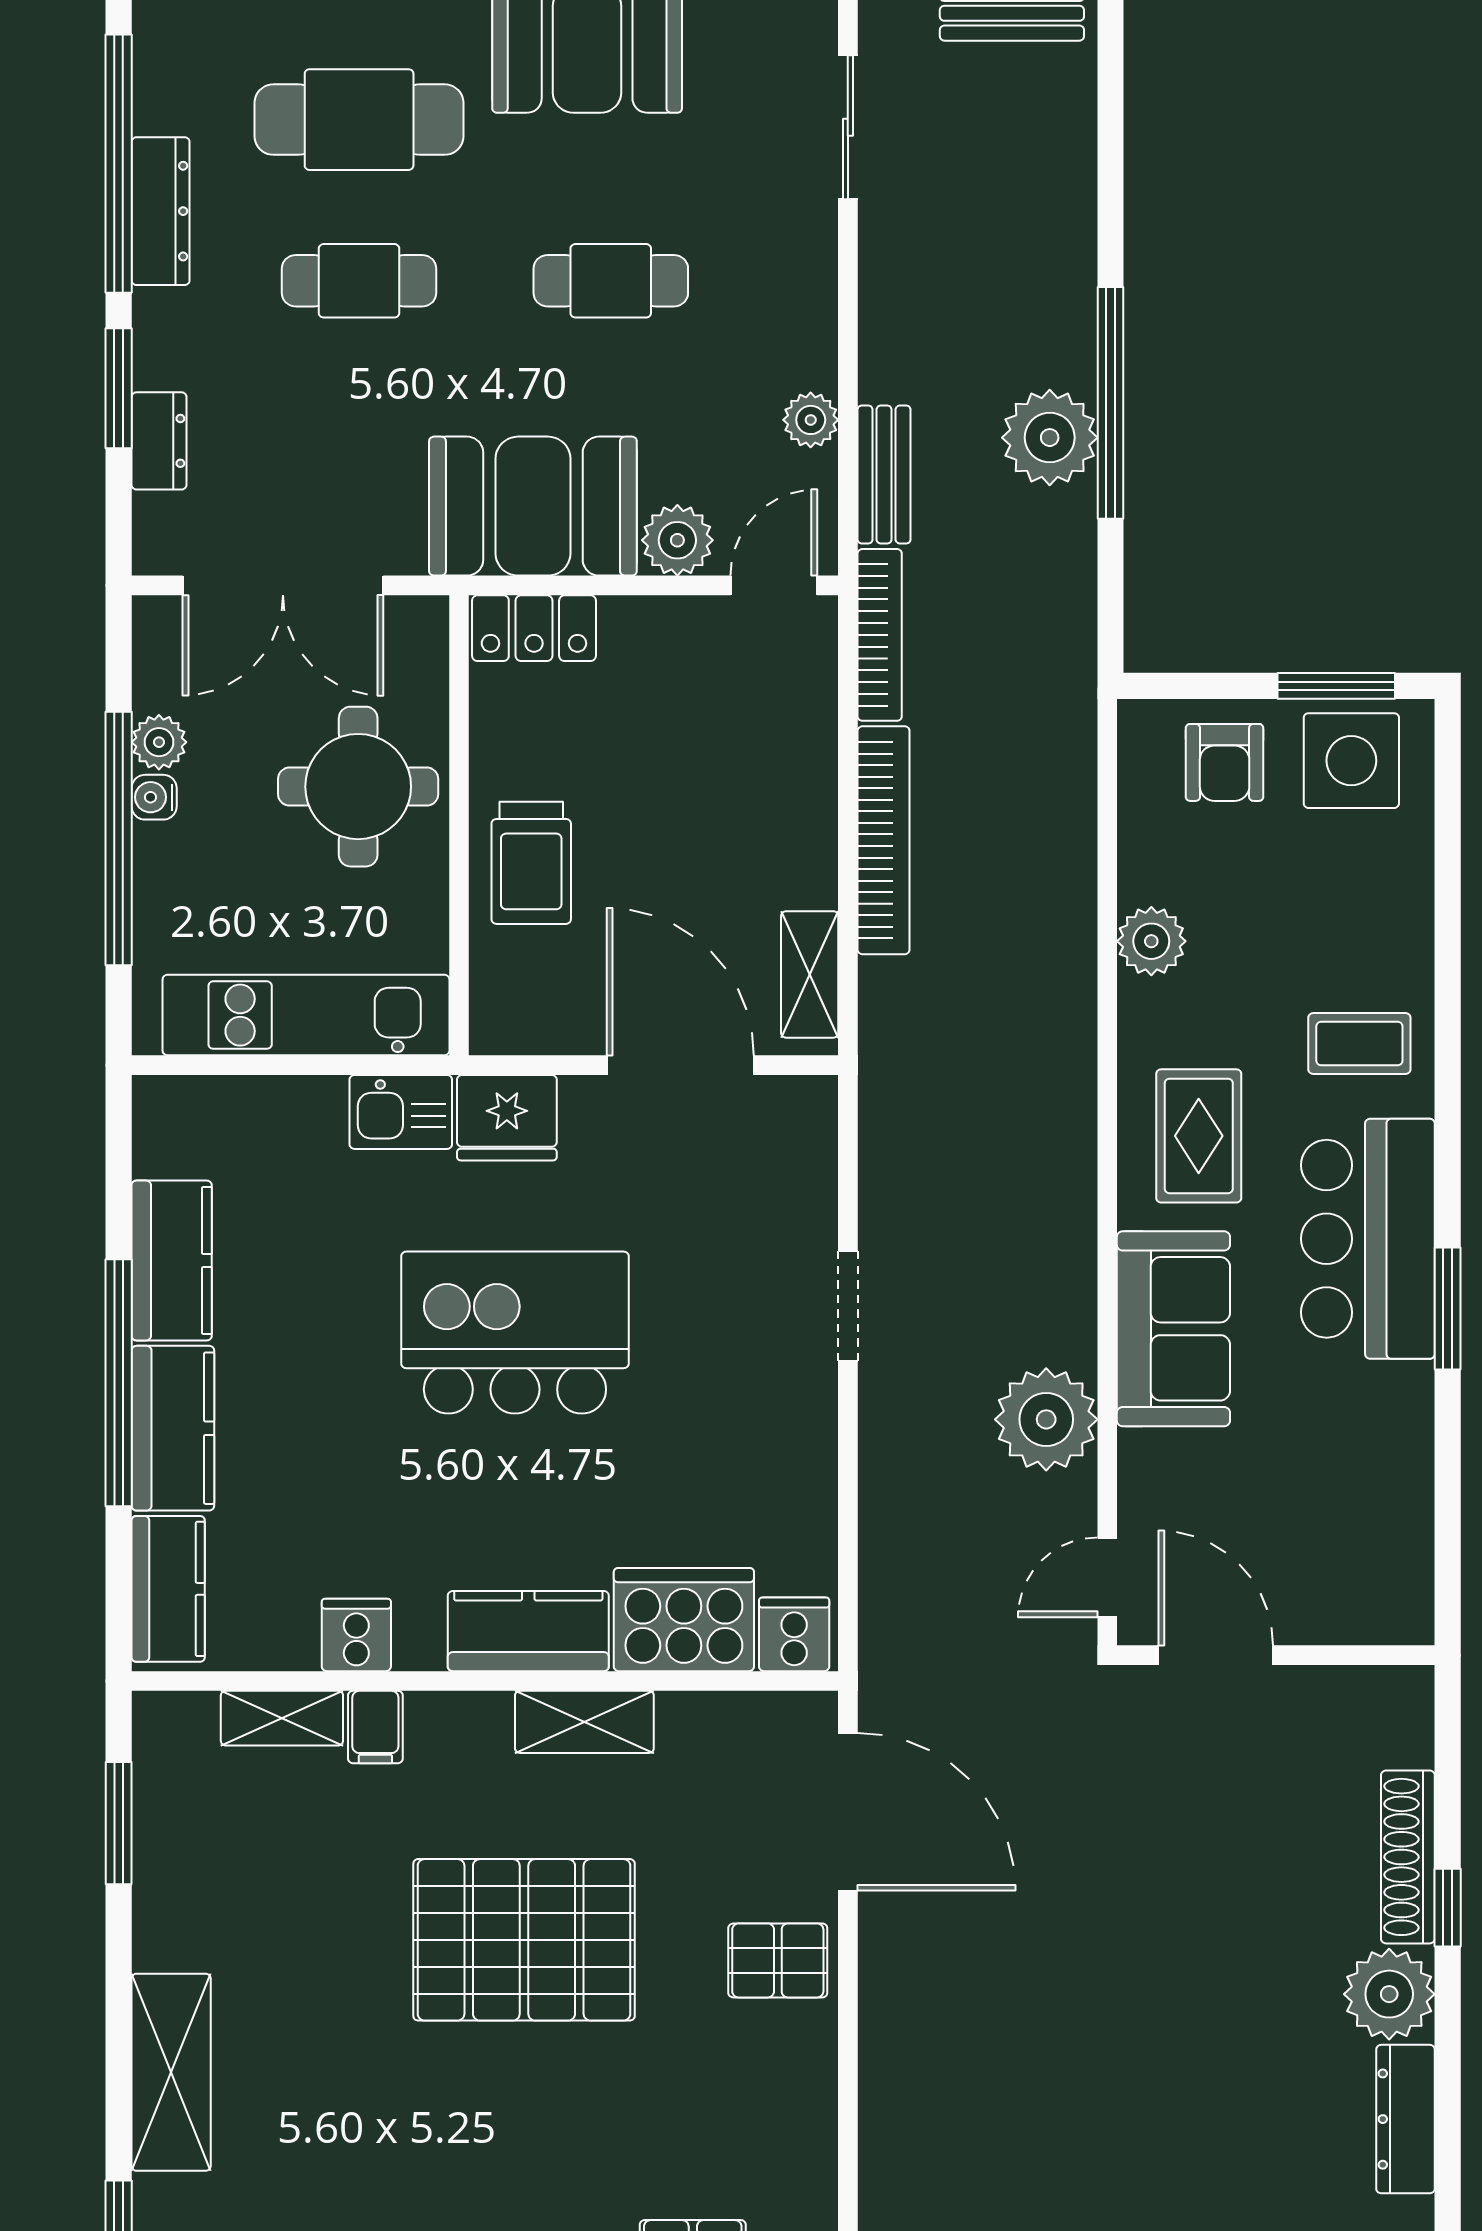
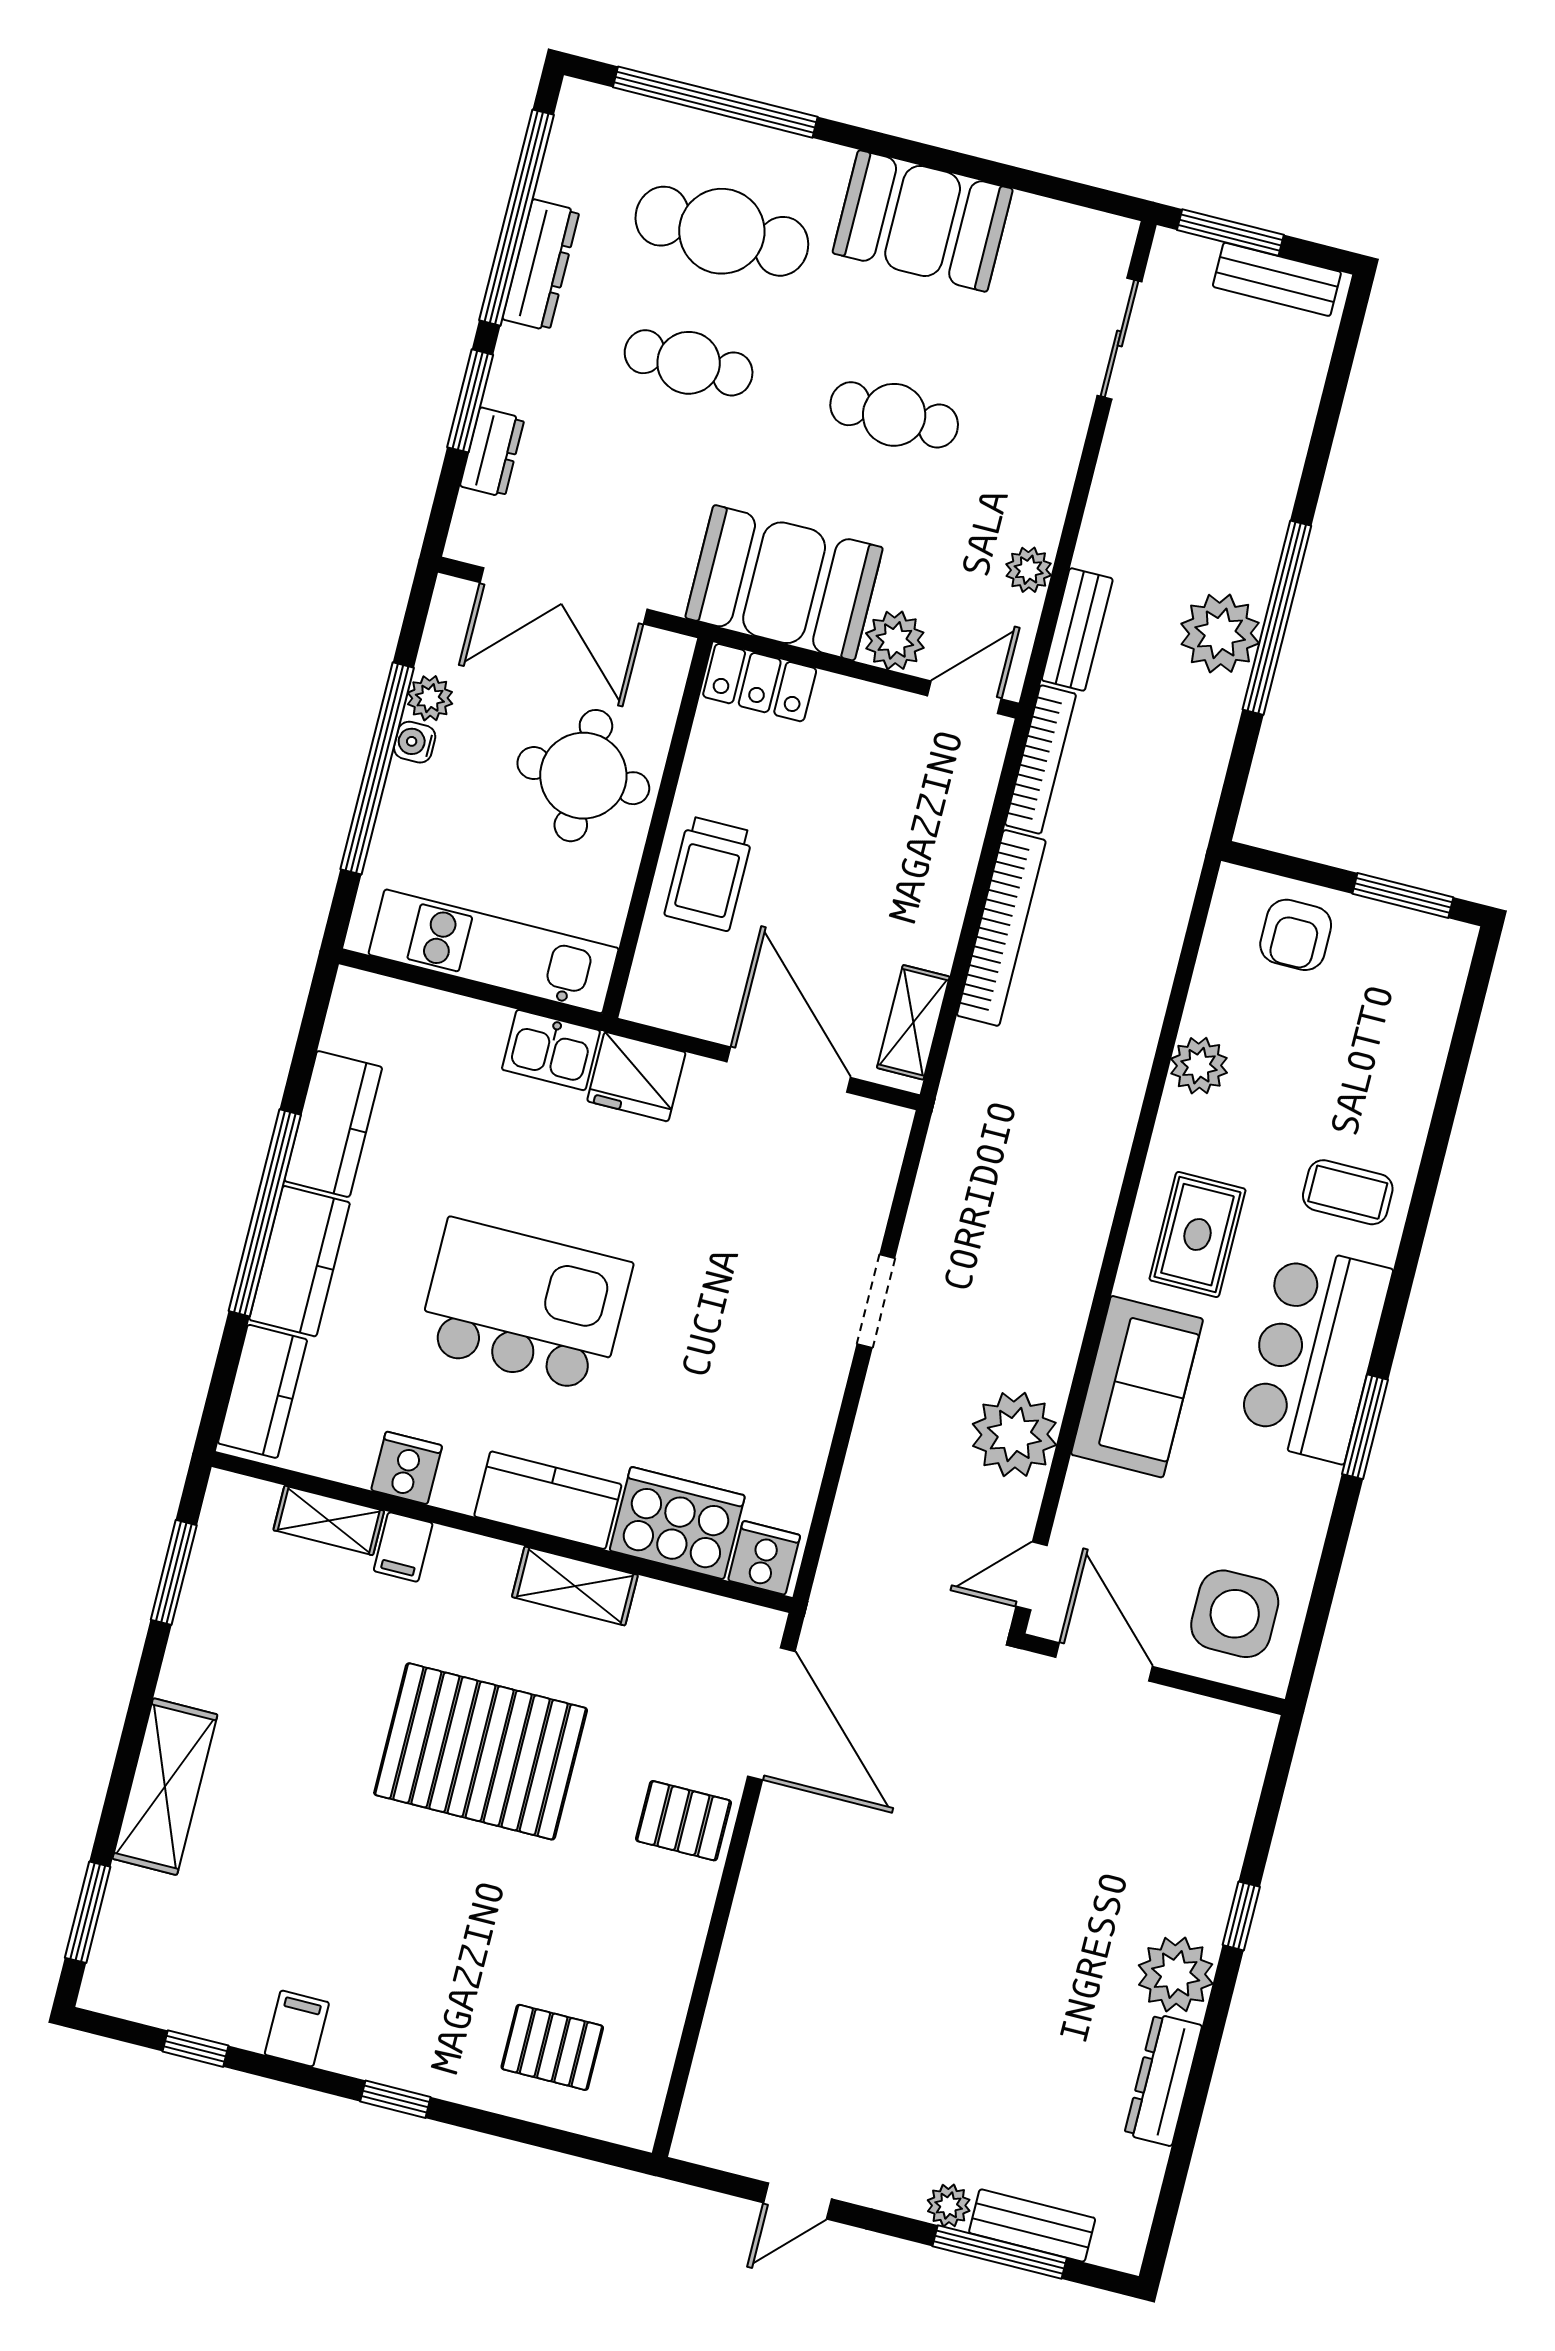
side table: (1351, 761) -> (1235, 1614), moved
kitchen island: (515, 1333) -> (524, 1305), moved
shoe rack: (1408, 1857) -> (1219, 1866), removed

